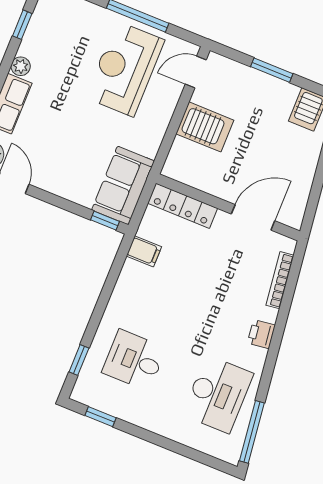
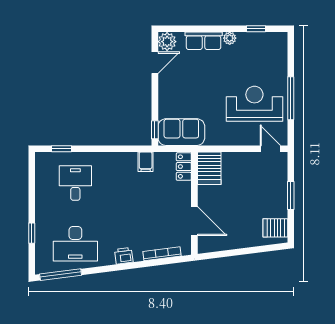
server rack: (205, 127) -> (209, 168), moved
locker: (183, 206) -> (184, 167), width x0.66
window: (100, 417) -> (32, 233), moved

